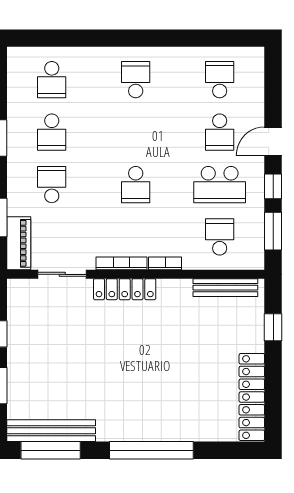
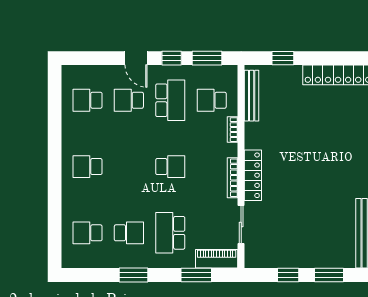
school desk: (52, 80) -> (87, 233), turned 180
school desk: (220, 132) -> (129, 100), turned 180
school desk: (52, 185) -> (170, 233), width x1.85
bookcase: (165, 263) -> (233, 130), moved

